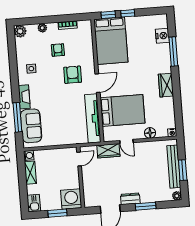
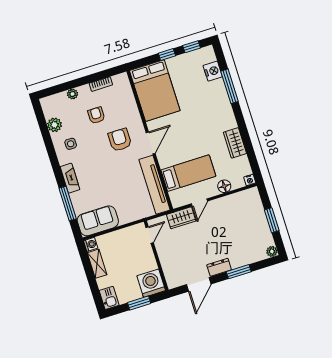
window: (108, 15) -> (192, 47), moved
plant: (20, 31) -> (55, 125), moved
wardrobe: (166, 85) -> (235, 143), moved
bed: (122, 110) -> (188, 173), width x0.67
sofa: (31, 126) -> (98, 221), moved, turned -90
door: (126, 142) -> (199, 202), hinge flipped
bench: (174, 167) -> (261, 219), removed

